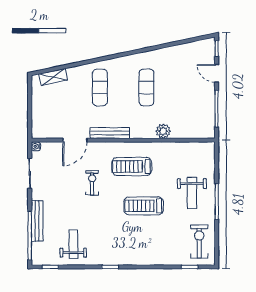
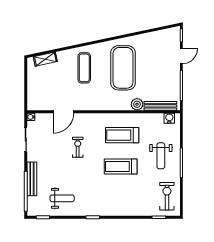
door: (217, 73) -> (181, 56), swing flipped
exercise mat: (146, 87) -> (123, 68), width x2.00, depth x1.45
bench: (110, 133) -> (160, 106), moved
water cooler: (202, 148) -> (169, 118), added
treadmill: (132, 166) -> (122, 135), moved
weight bench: (73, 244) -> (62, 198), turned 90

